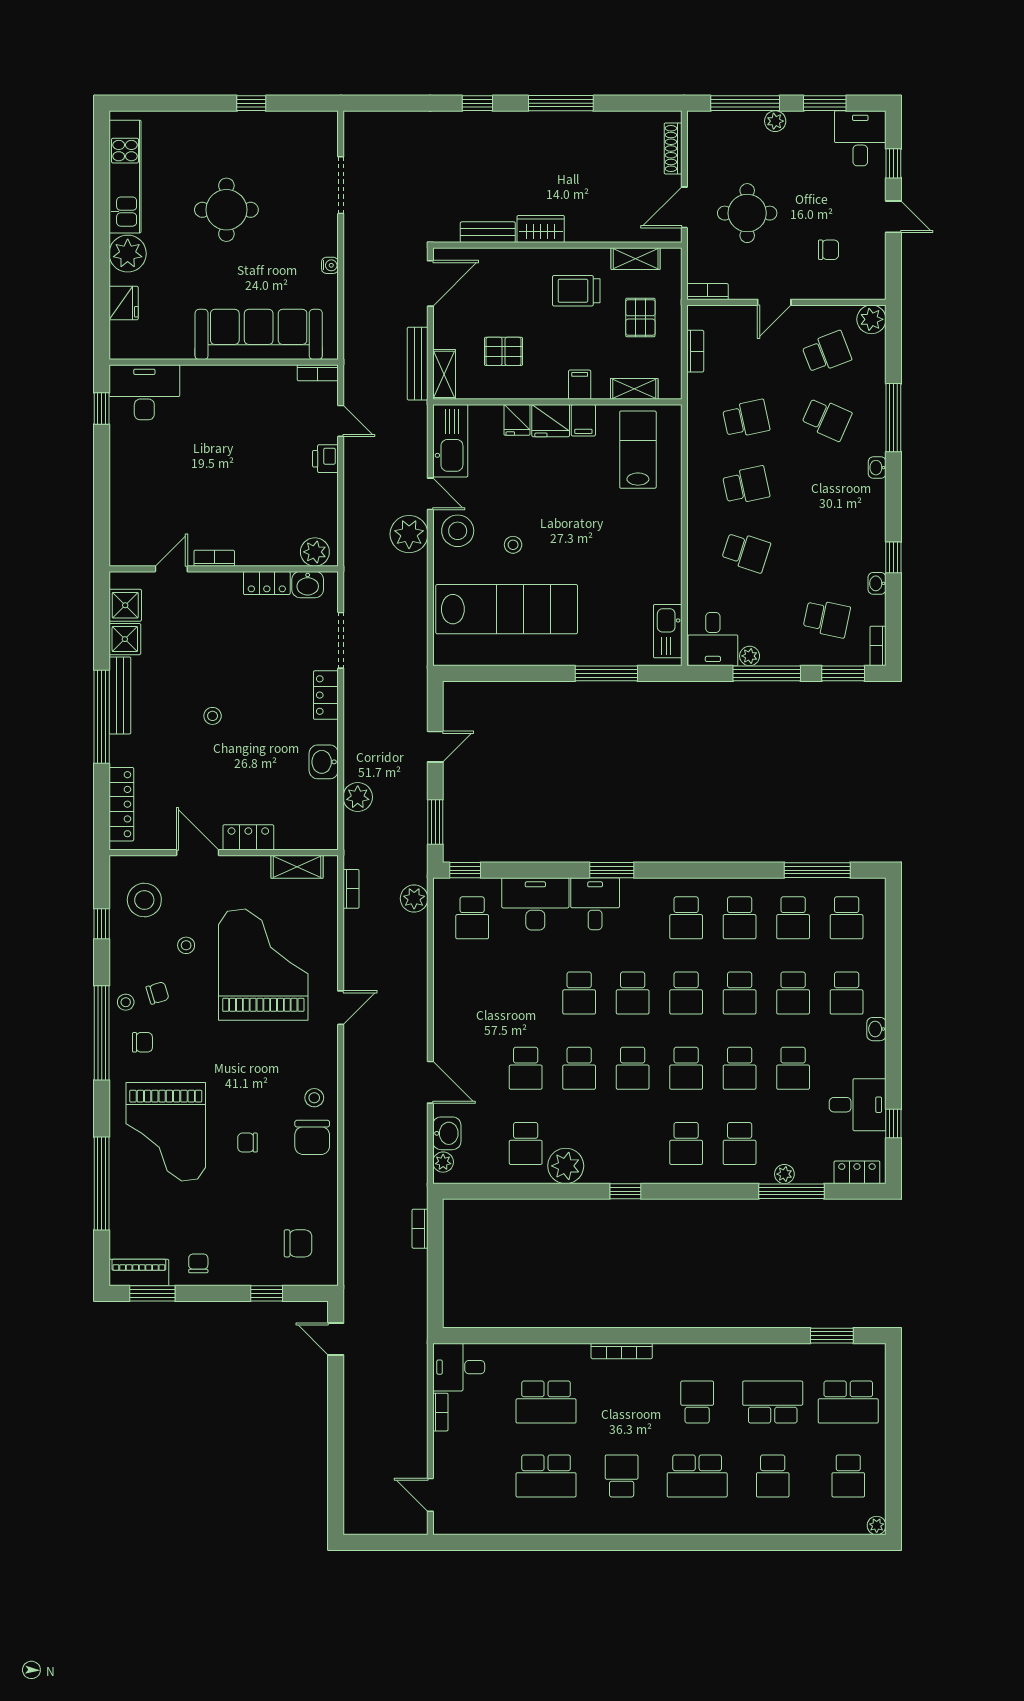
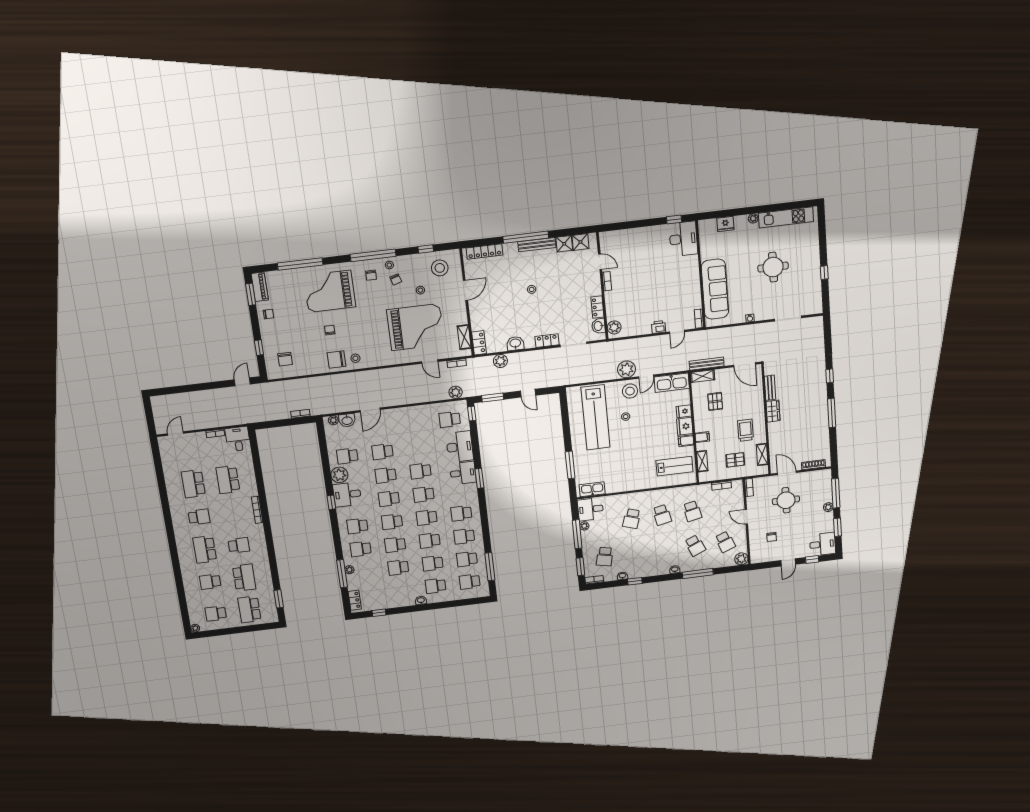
plant: (128, 254) -> (753, 218), width x0.53, depth x0.53
school desk: (827, 419) -> (695, 545), turned -48
locker: (248, 837) -> (479, 343), moved
door: (341, 1008) -> (430, 362), moved
desk: (858, 1105) -> (347, 494), moved, turned 90

